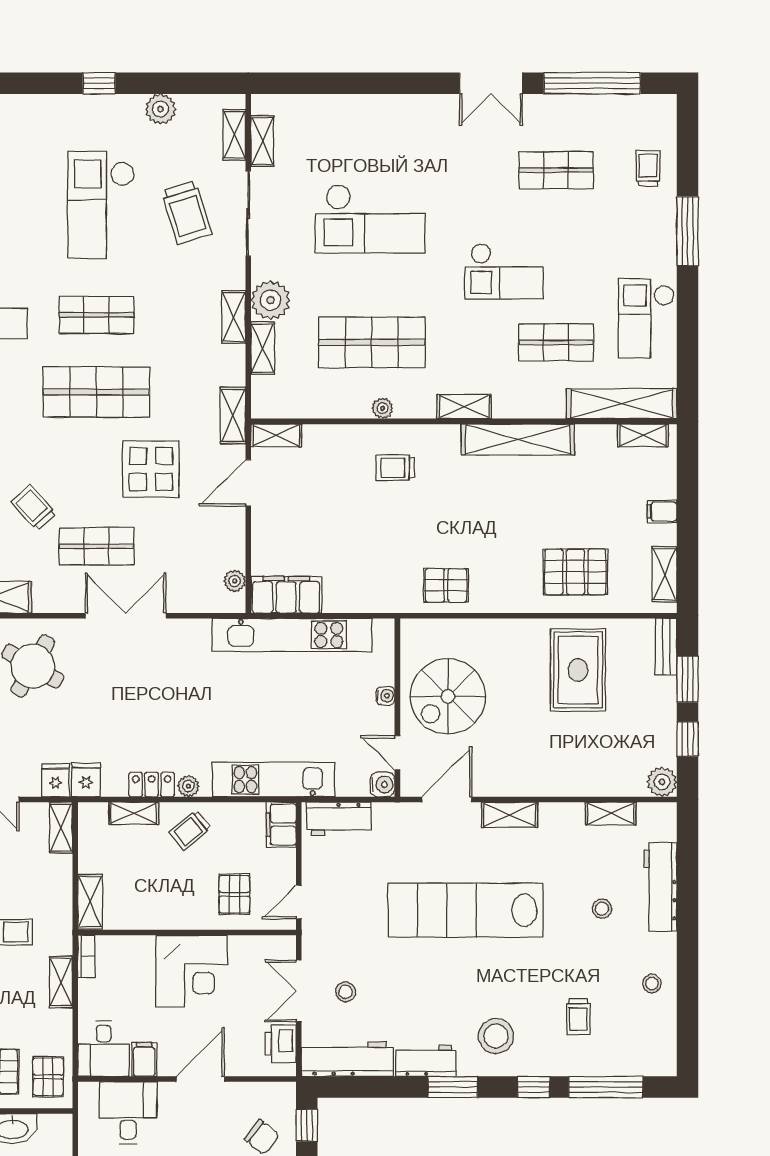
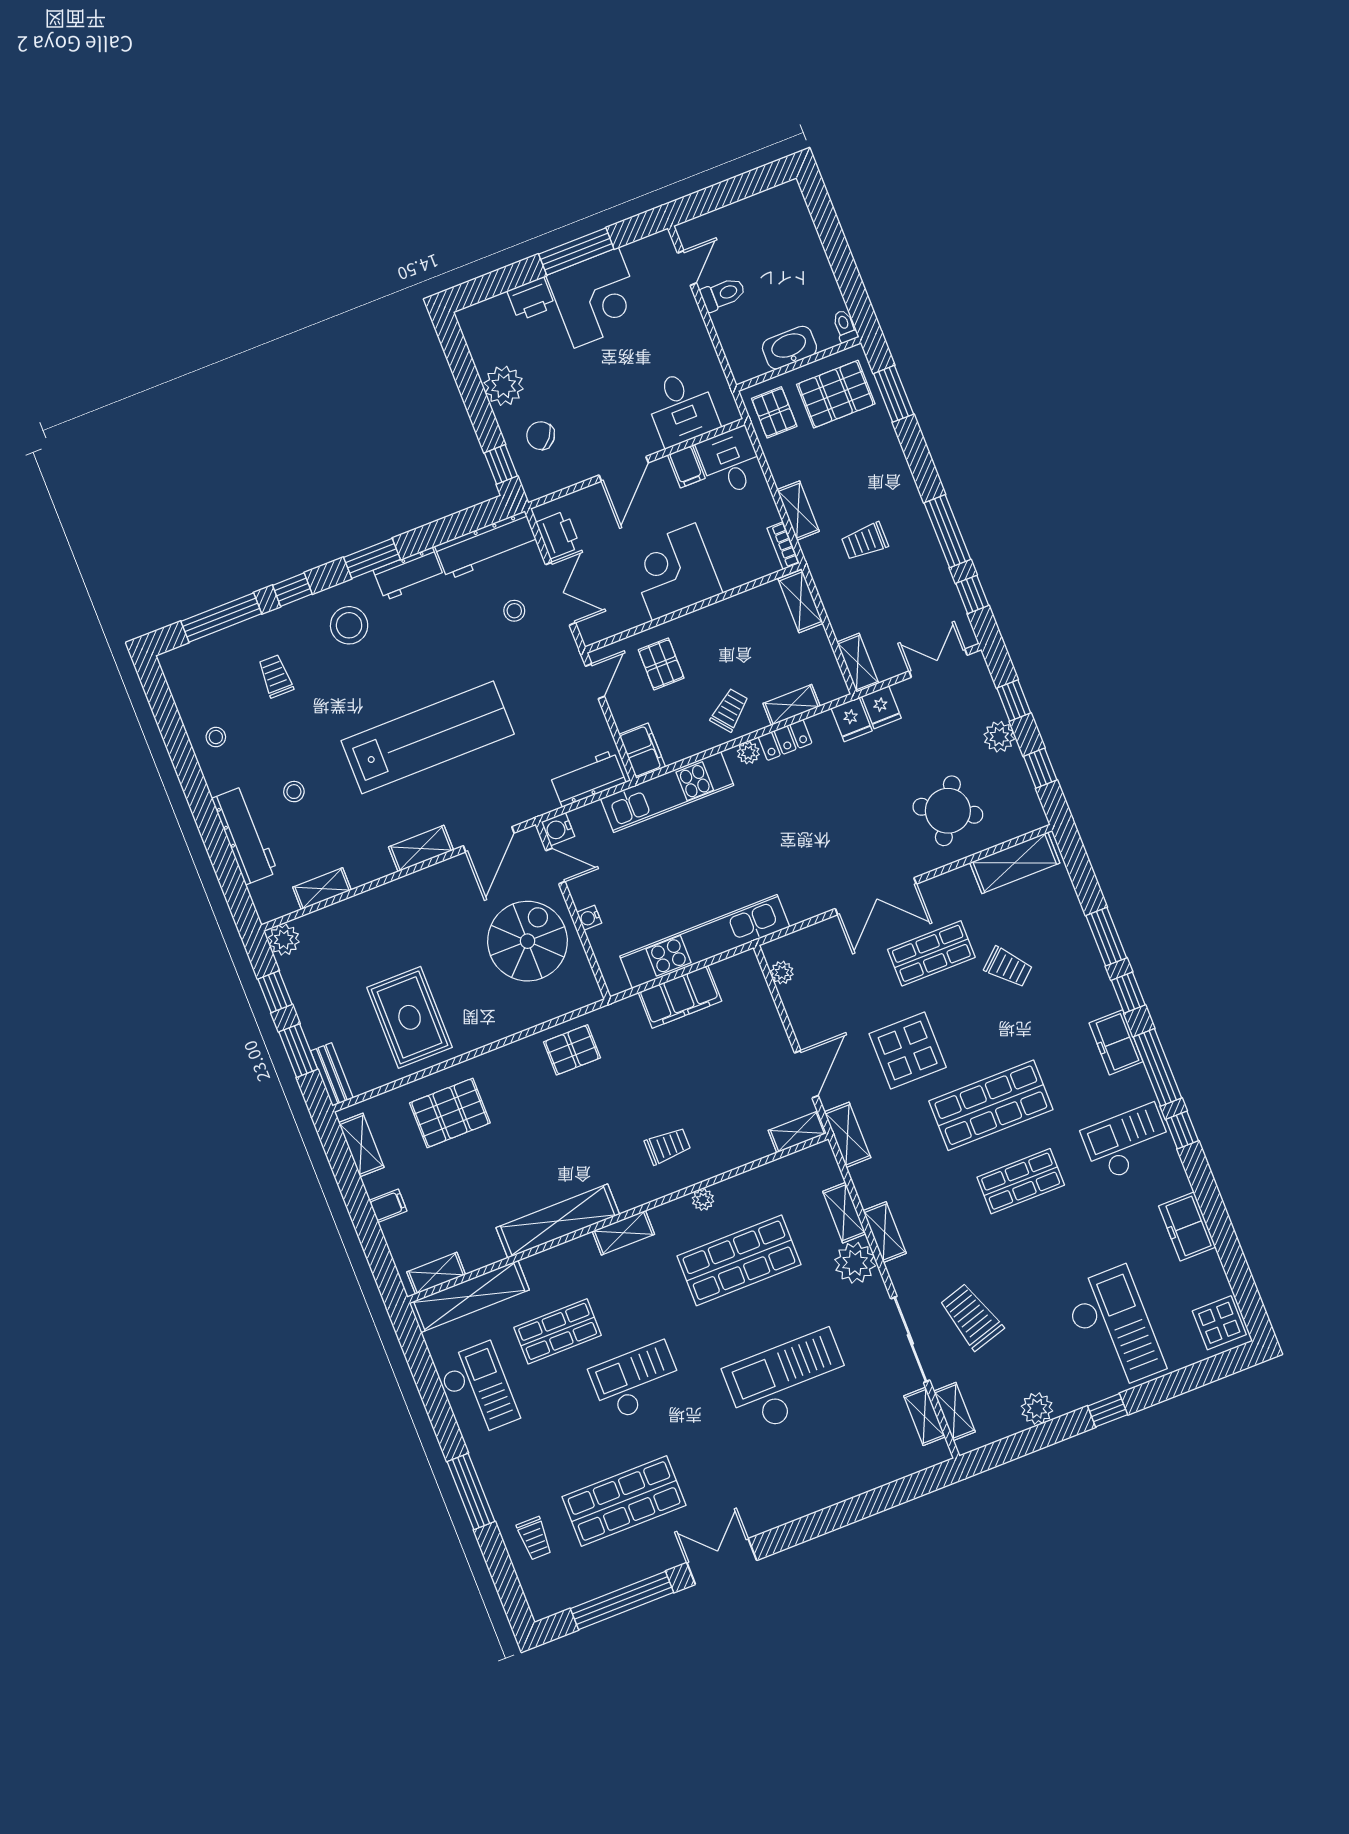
shop shelf: (556, 170) -> (624, 1501), width x1.43, depth x1.36
checkout: (101, 205) -> (1114, 1329), moved
filing cabinet: (286, 595) -> (680, 997), moved

